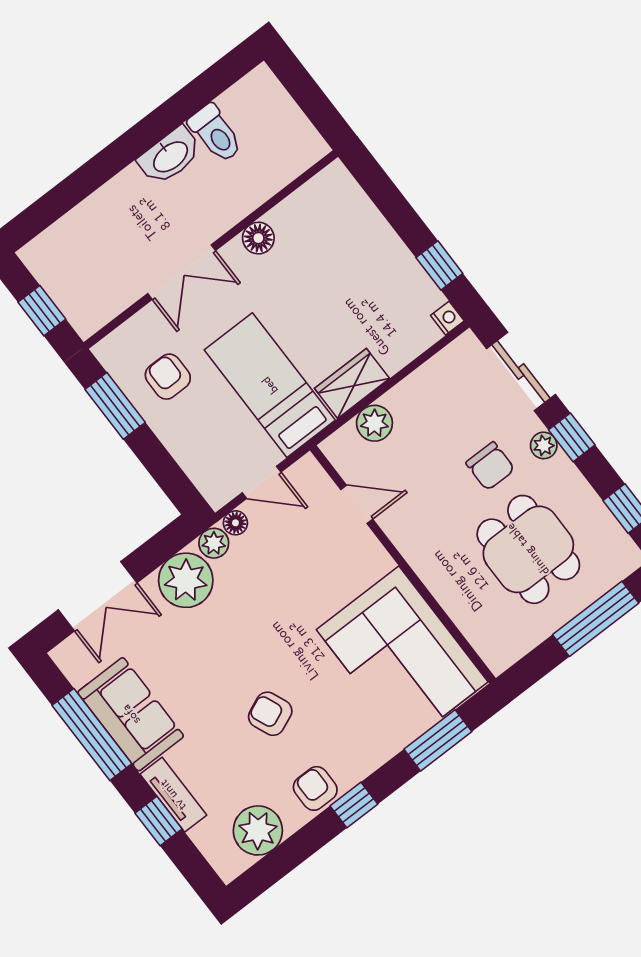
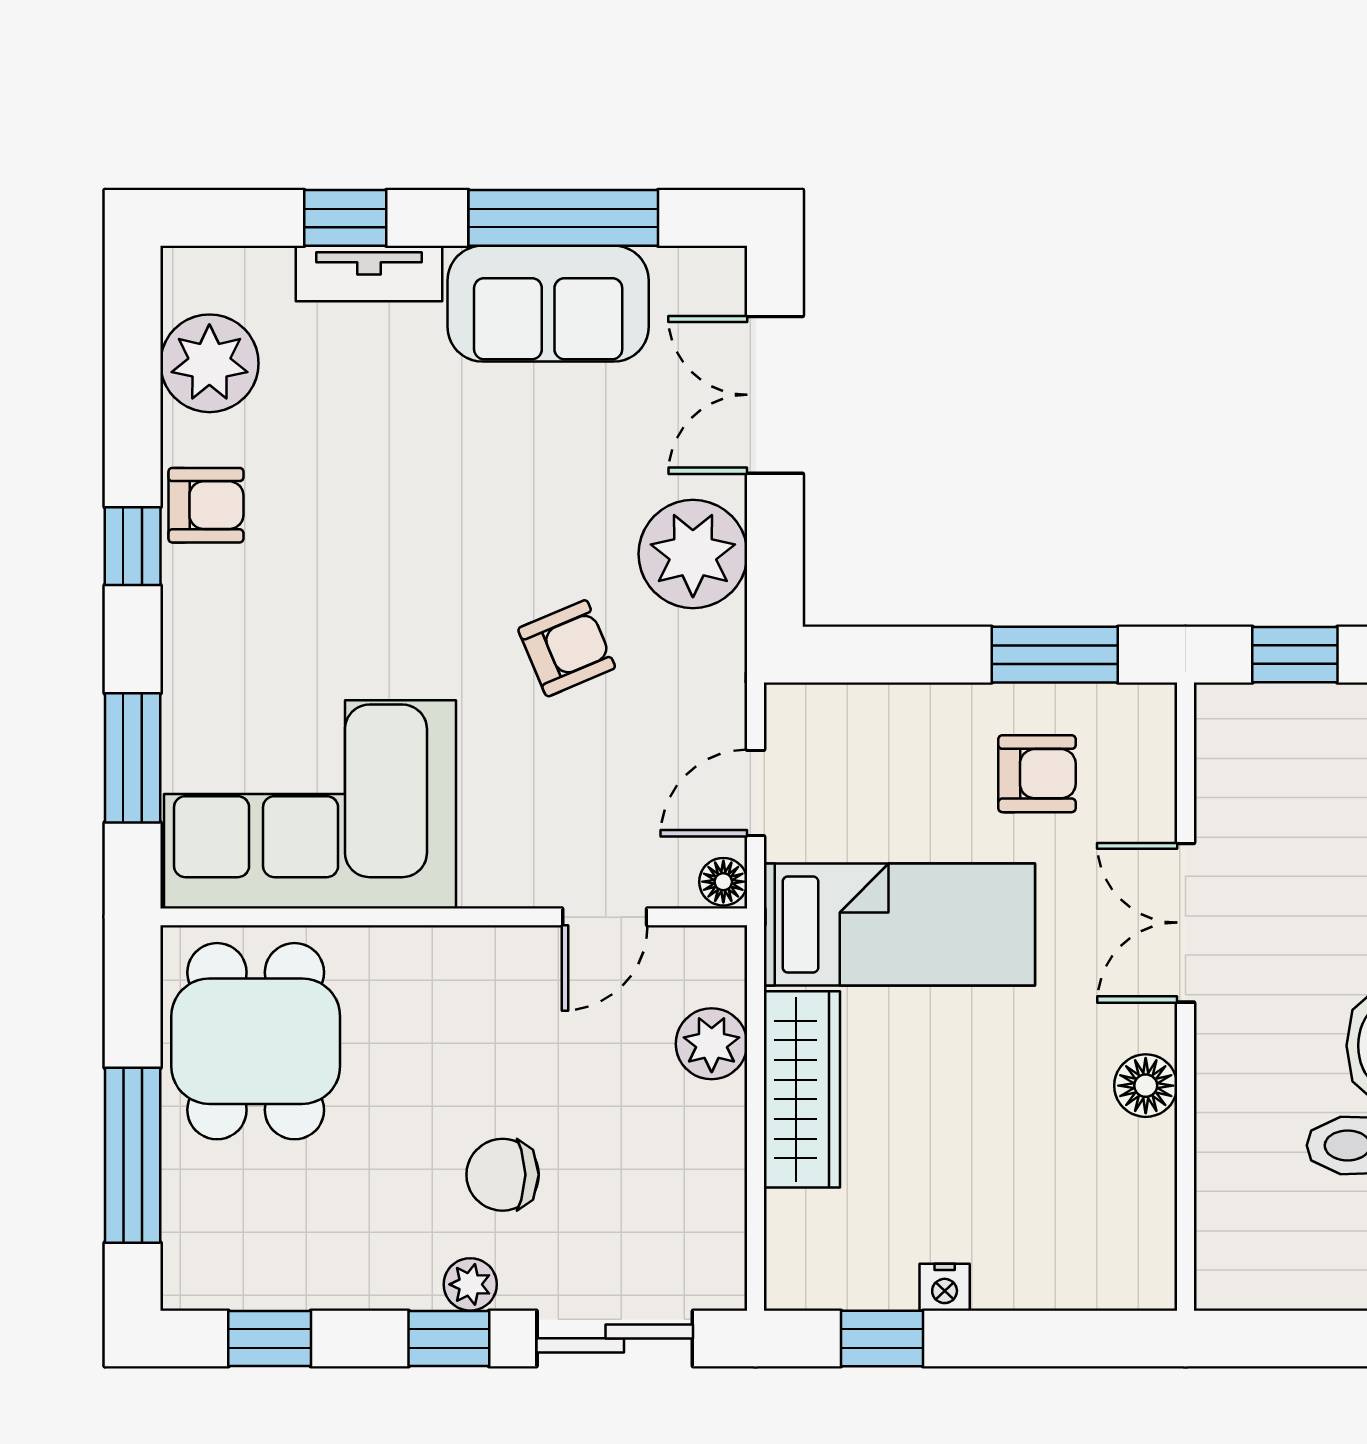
nightstand: (447, 318) -> (945, 1287), moved
wardrobe: (352, 383) -> (802, 1089), width x1.50
floor lamp: (235, 523) -> (723, 882), moved
plant: (214, 543) -> (718, 643), removed
dining table: (528, 549) -> (256, 1041), moved, turned 90
armchair: (270, 714) -> (567, 648), moved

